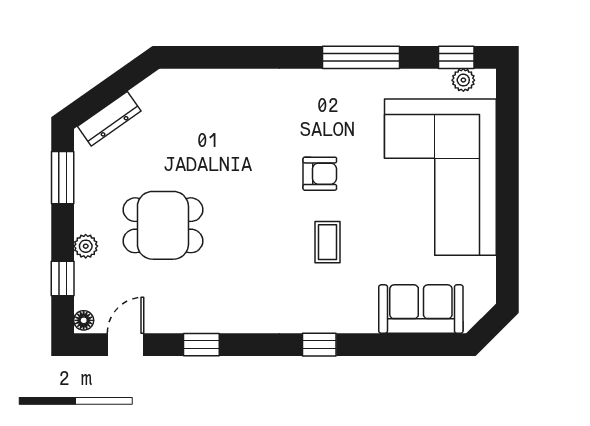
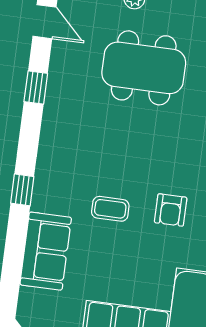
dining table: (163, 225) -> (144, 68), width x1.37
sofa: (421, 309) -> (46, 251), moved

